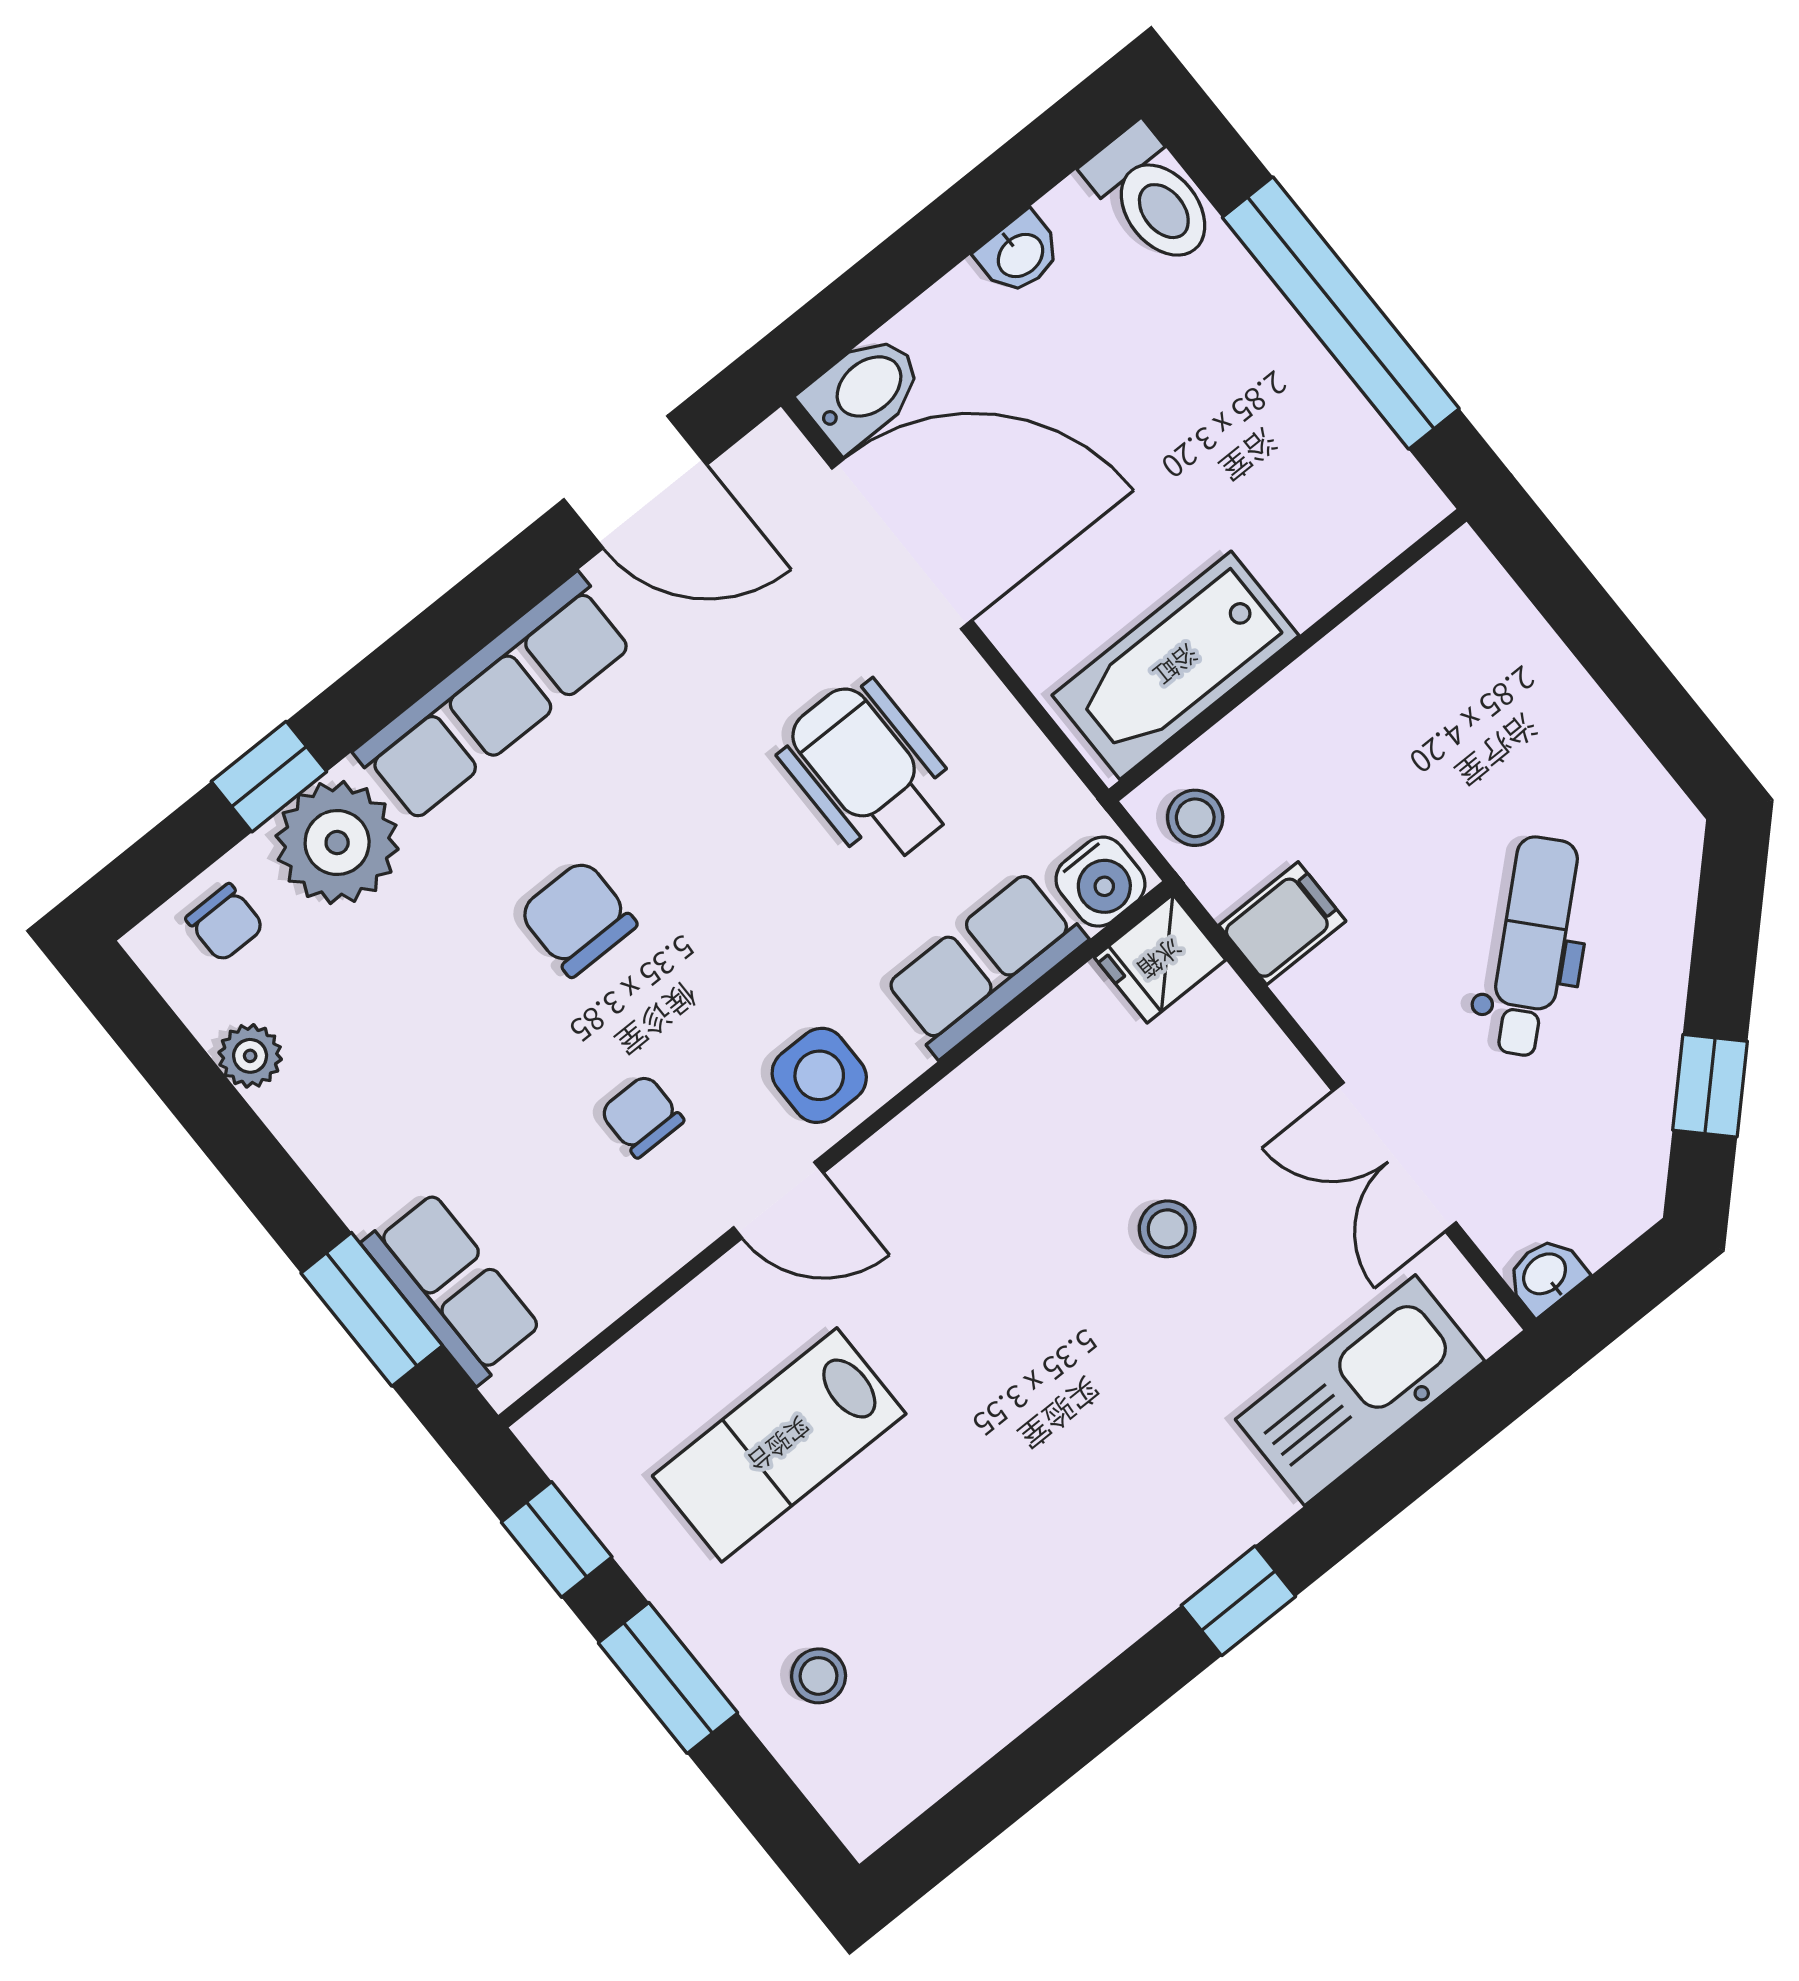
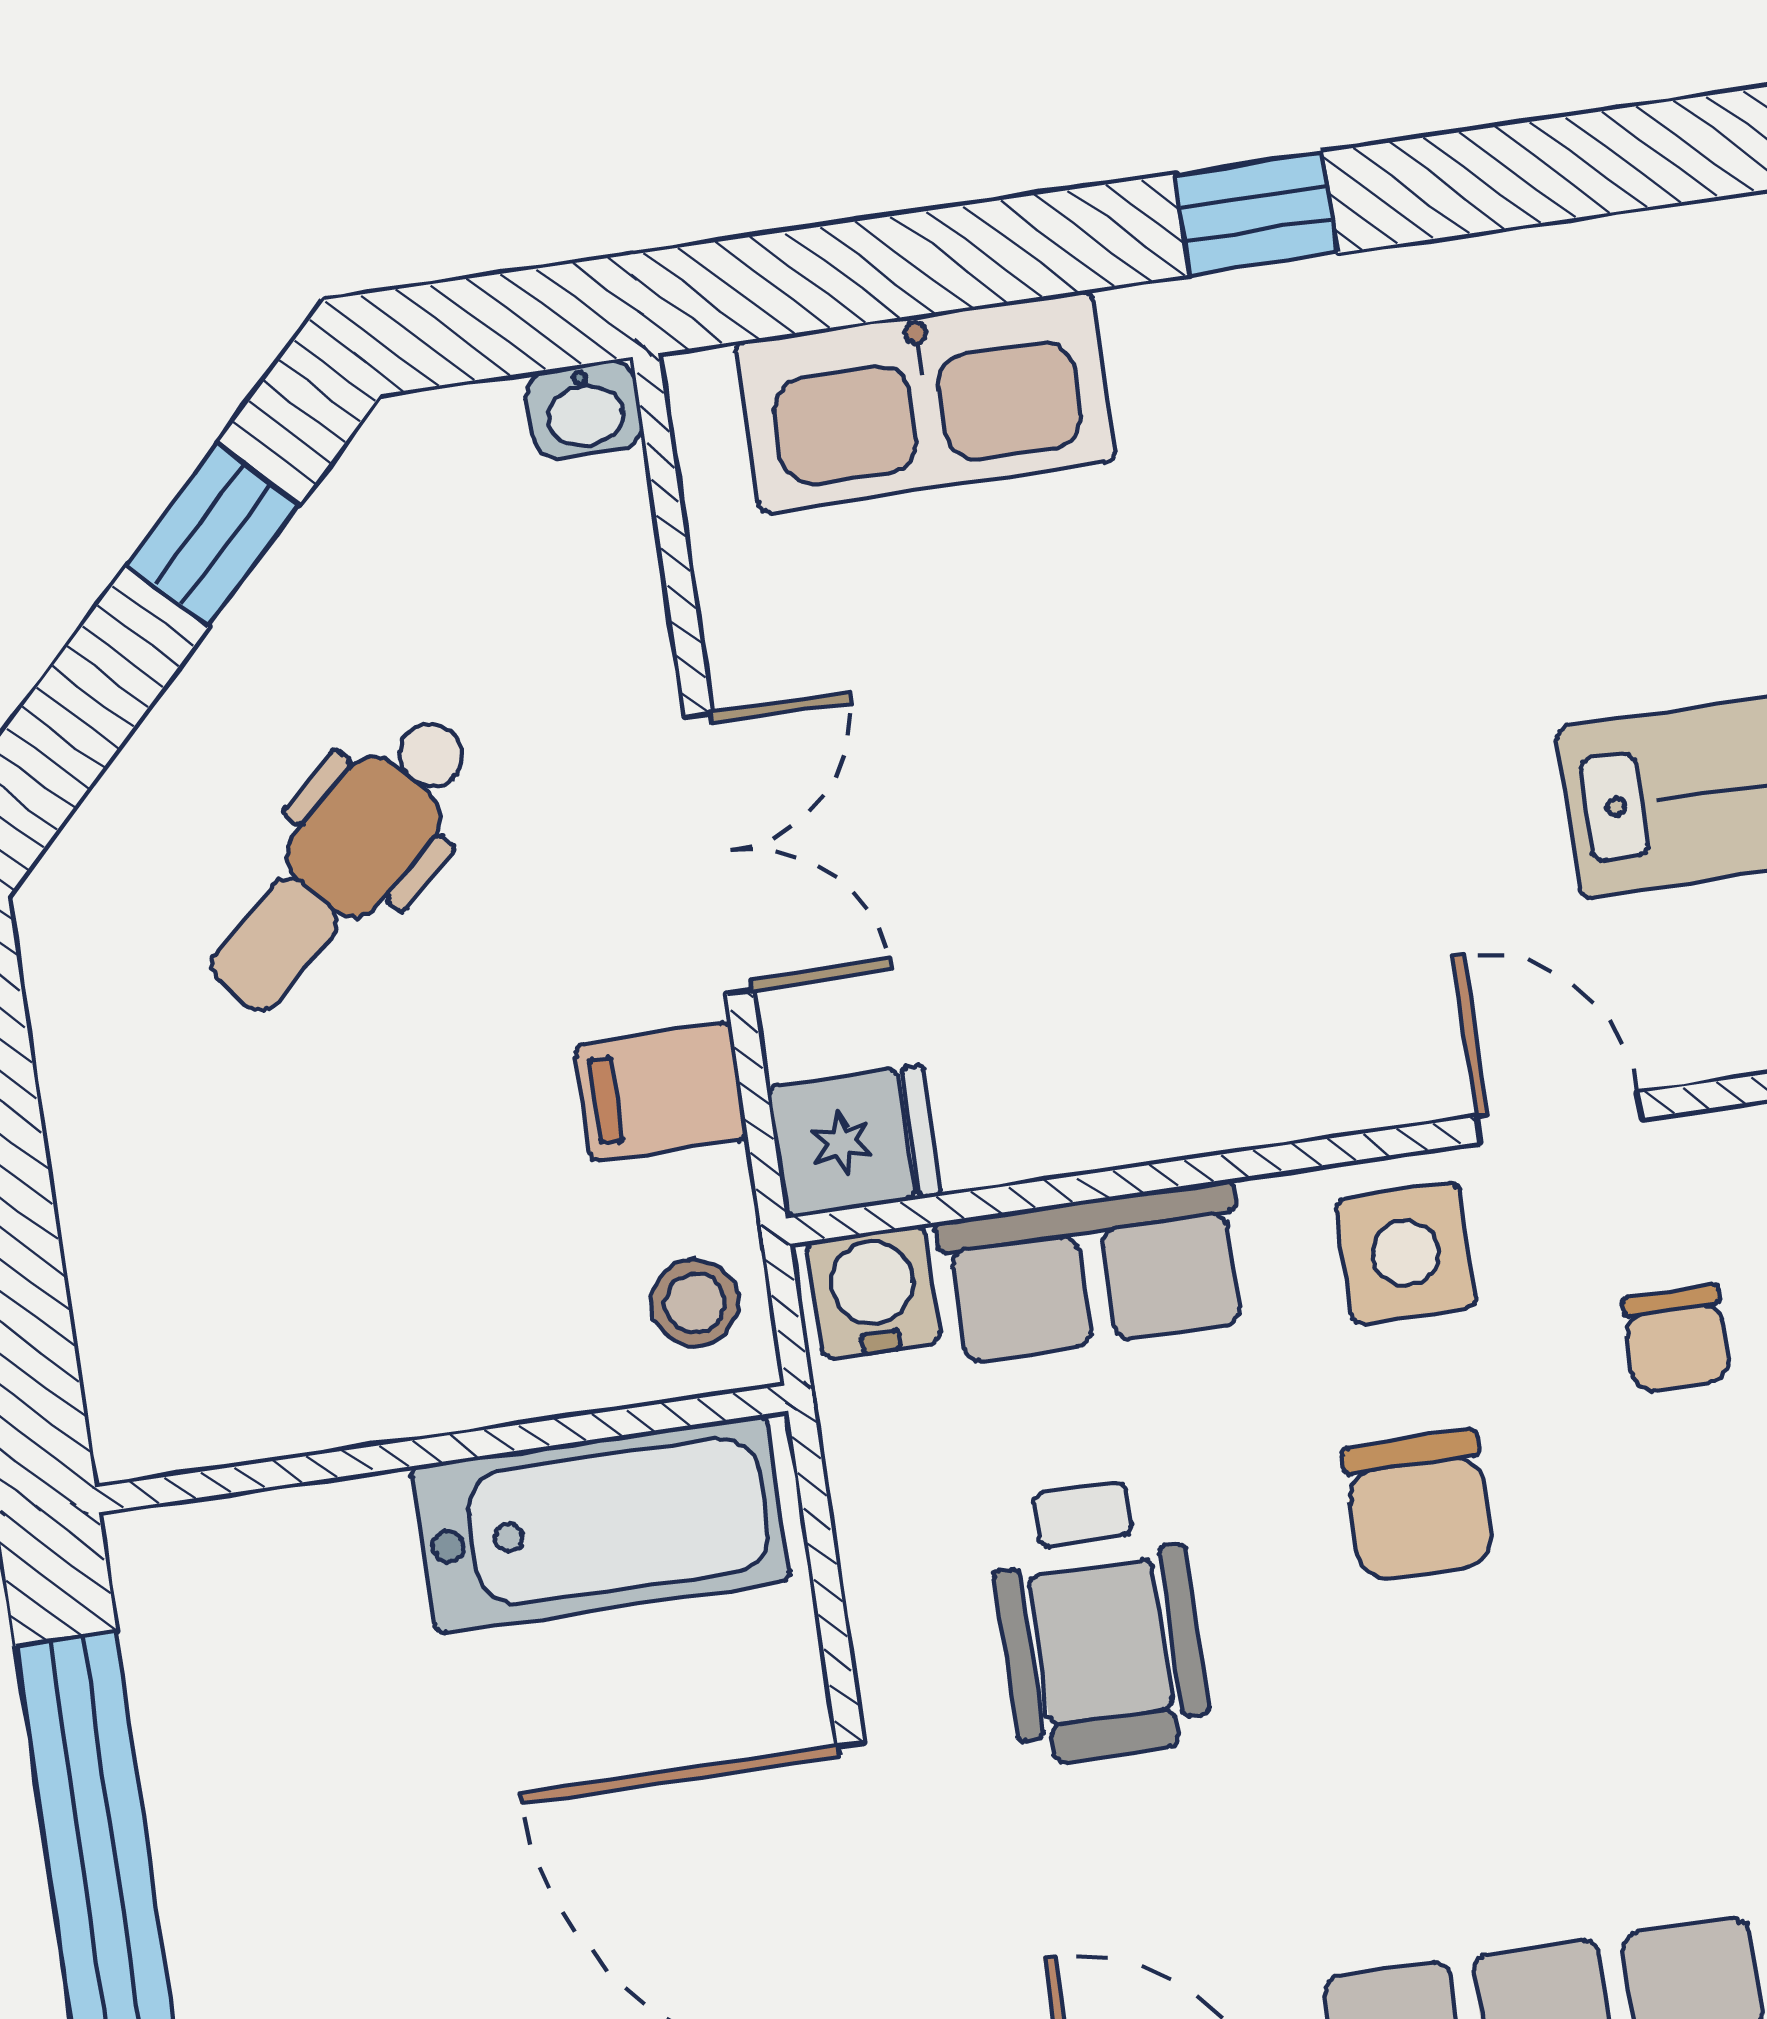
chair: (578, 918) -> (1419, 1506), moved
double door: (1394, 1157) -> (719, 853), moved
stool: (1167, 1229) -> (1058, 771), removed

